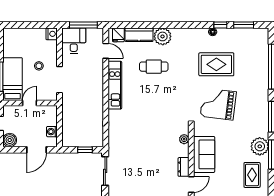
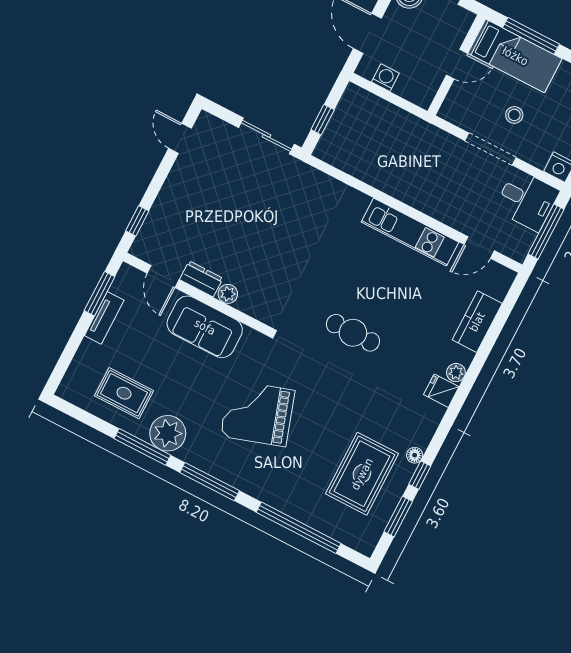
fridge: (118, 35) -> (441, 391), moved
plant: (163, 36) -> (456, 373), width x0.53, depth x0.53
rug: (216, 64) -> (362, 474), moved
cafe table: (154, 67) -> (353, 333), moved, turned 90
doorway: (59, 80) -> (490, 149), moved
door: (30, 103) -> (457, 64), hinge flipped
grand piano: (218, 104) -> (258, 413), moved, turned -115
plant: (184, 139) -> (228, 294), moved

